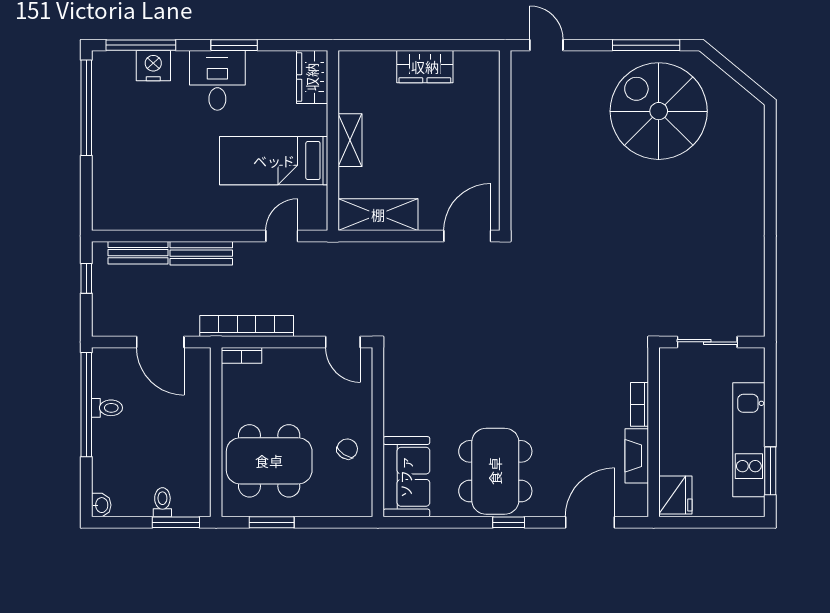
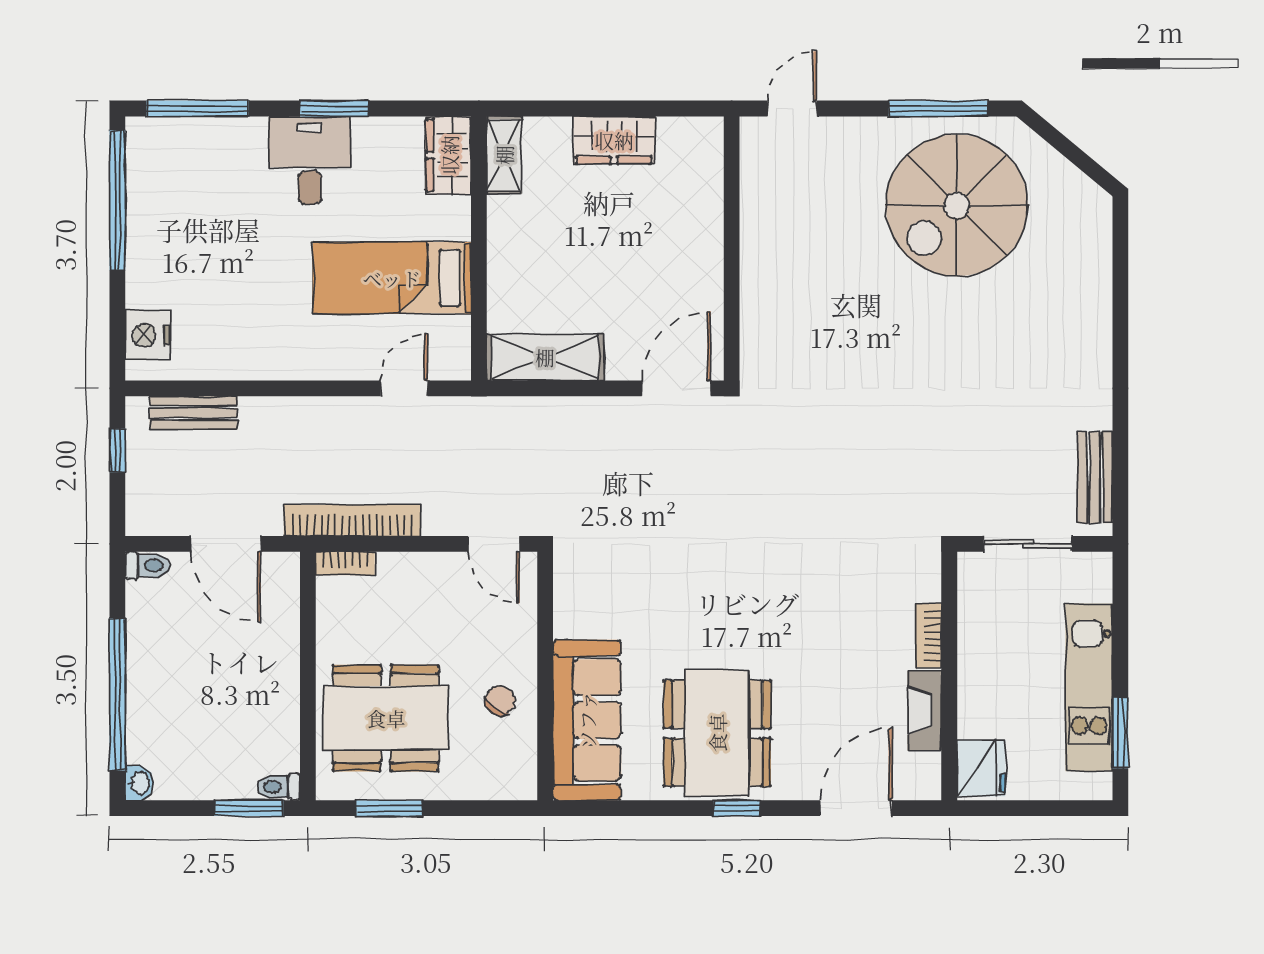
door: (546, 45) -> (792, 108), hinge flipped
nightstand: (153, 66) -> (148, 335), moved, turned -90
spiral stairs: (659, 111) -> (957, 205), turned -90
shelving: (350, 140) -> (504, 155), moved
bench: (201, 253) -> (1095, 477), moved, turned 90
window: (86, 405) -> (117, 694), moved
toilet: (107, 408) -> (148, 565), moved
sofa: (406, 477) -> (587, 720), width x1.36
toilet: (162, 502) -> (279, 787), moved, turned -90

